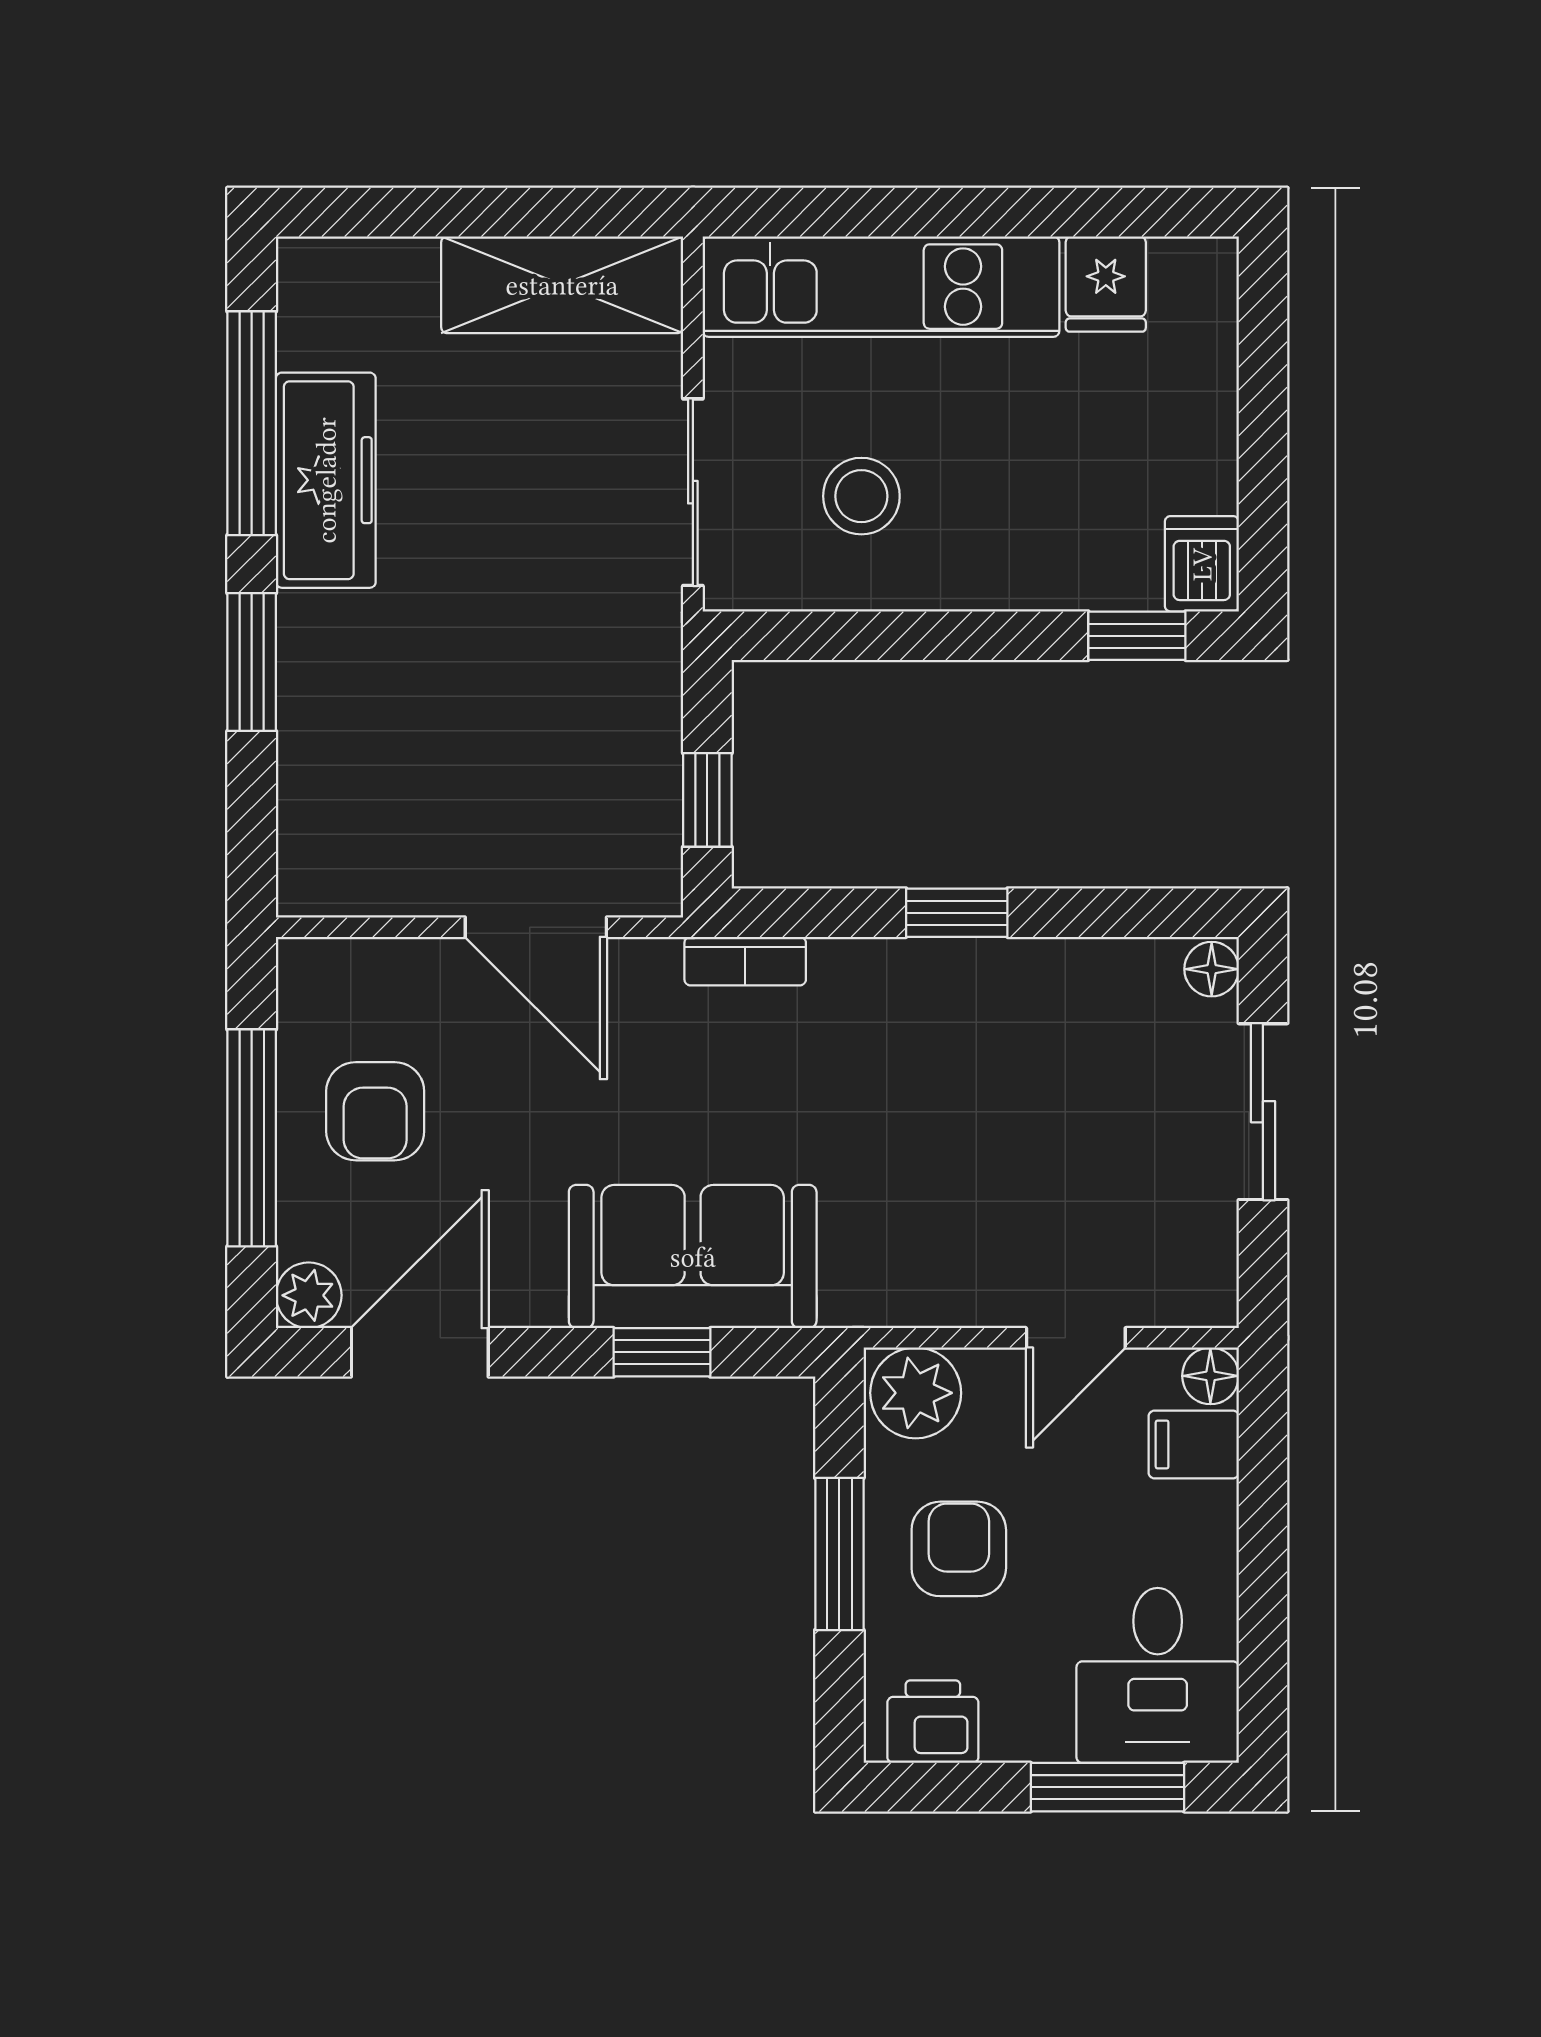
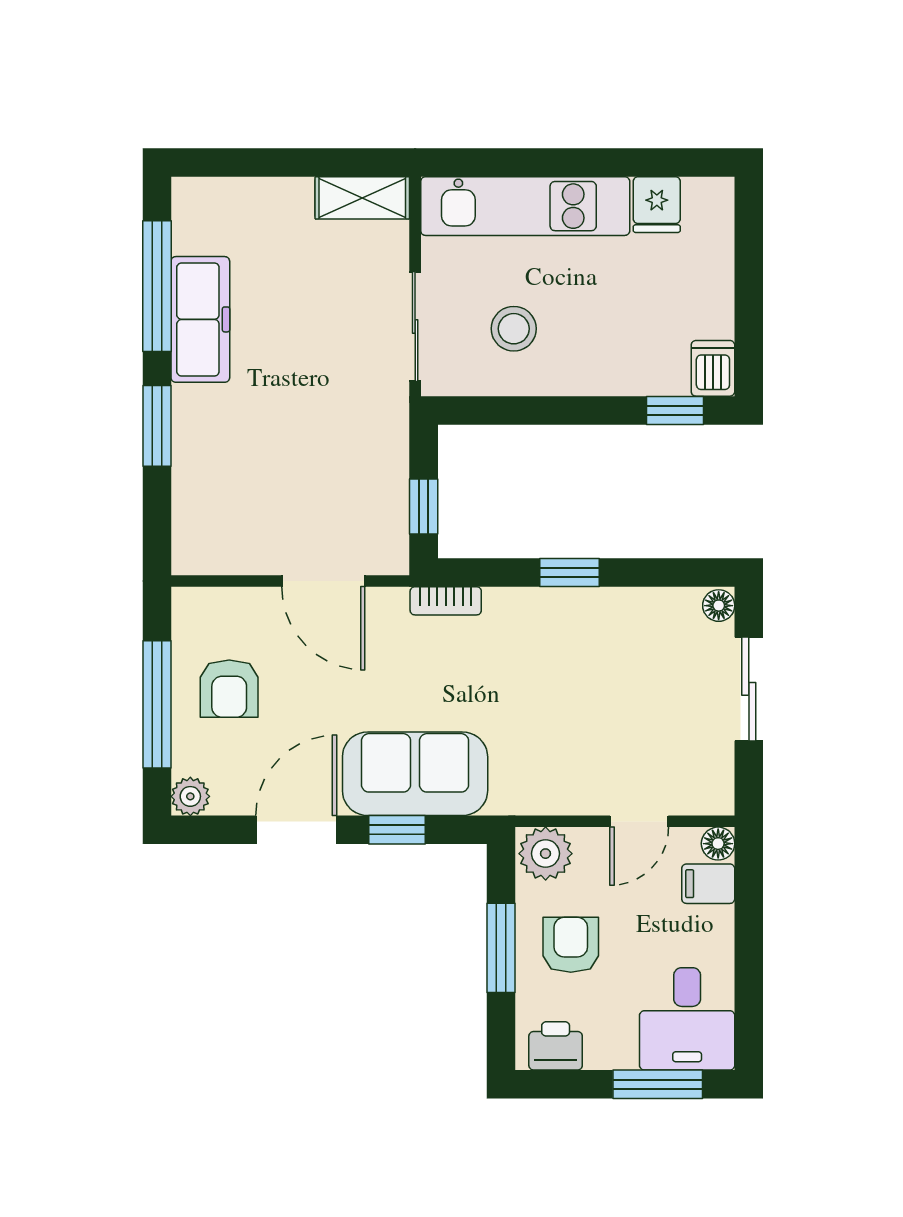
shelving: (562, 285) -> (362, 198), width x0.67, depth x0.75
door: (420, 1352) -> (296, 830), moved

